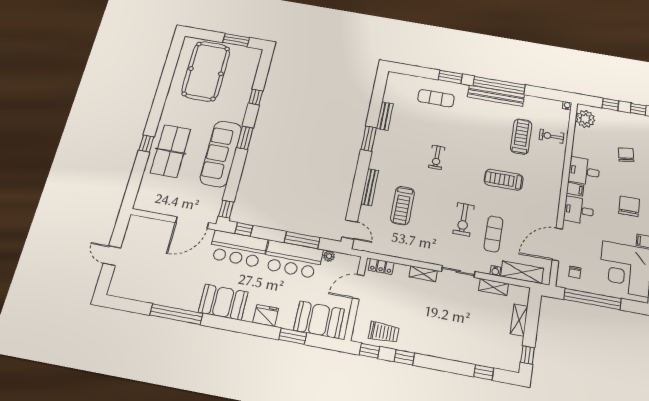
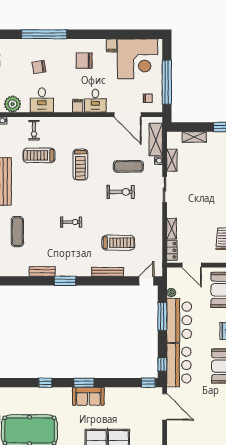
sofa: (221, 154) -> (88, 396), width x0.54, depth x0.79
desk: (584, 171) -> (42, 100), moved
shelving: (423, 274) -> (172, 229), moved

